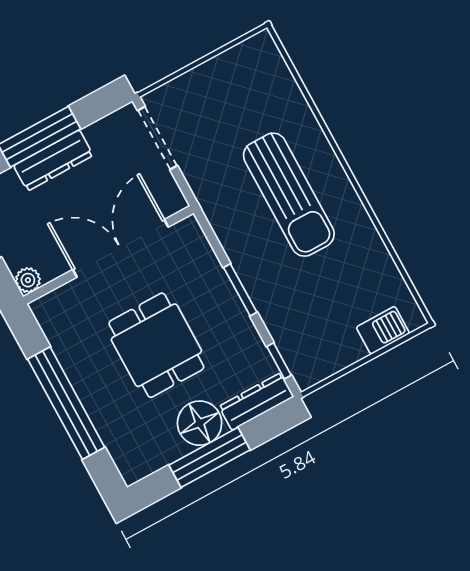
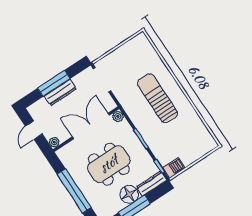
sun lounger: (289, 195) -> (157, 98), turned 180
plant: (188, 231) -> (118, 116), added
barbecue: (383, 330) -> (174, 168), moved
dining table: (156, 345) -> (109, 164), width x1.38

